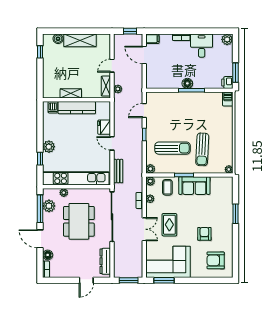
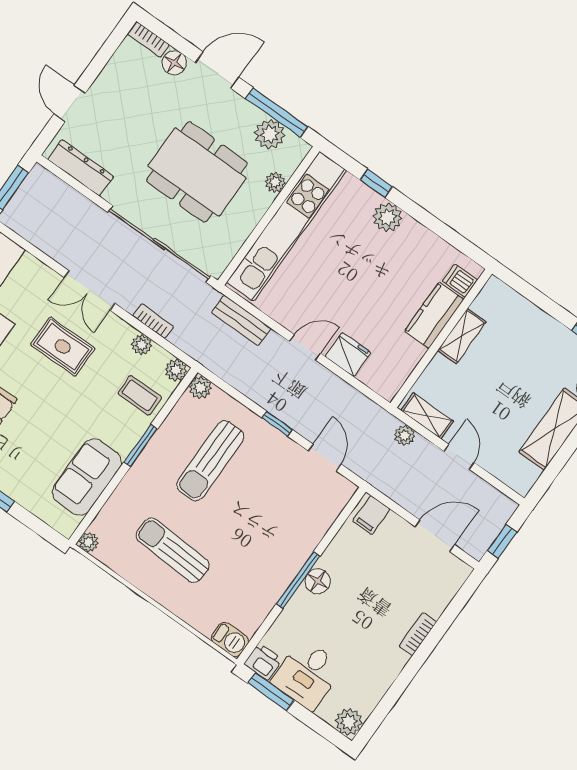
filing cabinet: (152, 39) -> (371, 515), moved
desk: (202, 46) -> (307, 674), moved, turned 90
kitchen counter: (77, 108) -> (434, 315), width x0.67
sun lounger: (202, 149) -> (173, 550), moved
sofa: (194, 186) -> (87, 477), moved

